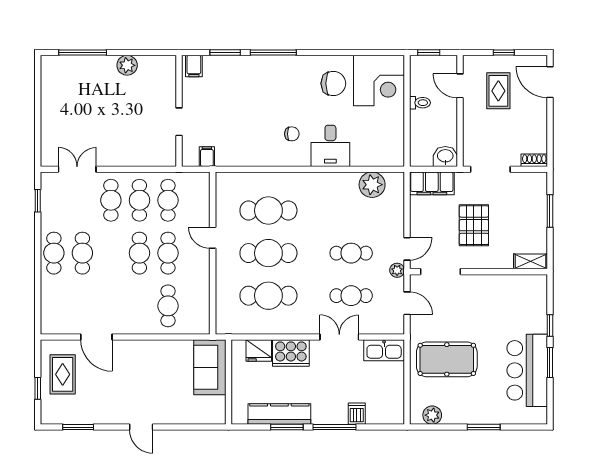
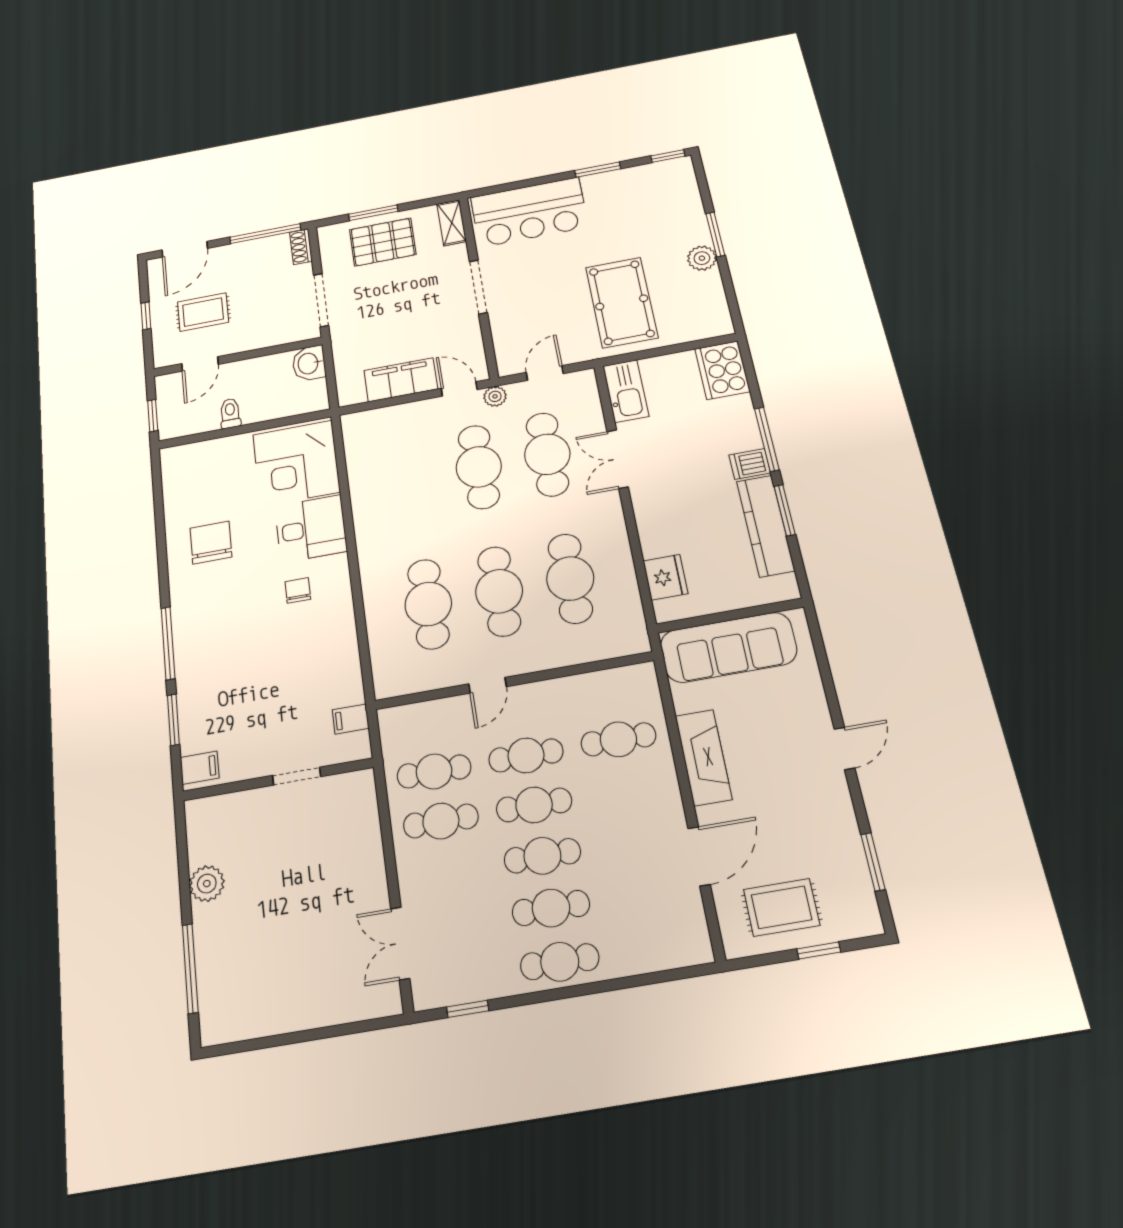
corner desk: (379, 81) -> (296, 463), moved, turned 180
window: (550, 137) -> (265, 234), added
filing cabinet: (432, 183) -> (401, 380), moved, turned -90
plant: (372, 185) -> (365, 457), removed
cafe table: (111, 200) -> (542, 856), moved
pallet: (474, 225) -> (383, 242), moved
cafe table: (351, 253) -> (479, 467), width x1.37, depth x1.35
doorway: (440, 272) -> (478, 287), moved
cafe table: (351, 296) -> (547, 454), width x1.37, depth x1.35
window: (550, 325) -> (668, 156), moved
fireplace: (150, 350) -> (703, 757), added
cooker: (291, 353) -> (722, 370), moved, turned 180
sofa: (210, 367) -> (728, 647), width x1.36
bar counter: (527, 370) -> (529, 212), moved
dishwasher: (357, 414) -> (750, 464), moved
plant: (432, 415) -> (702, 258), moved

